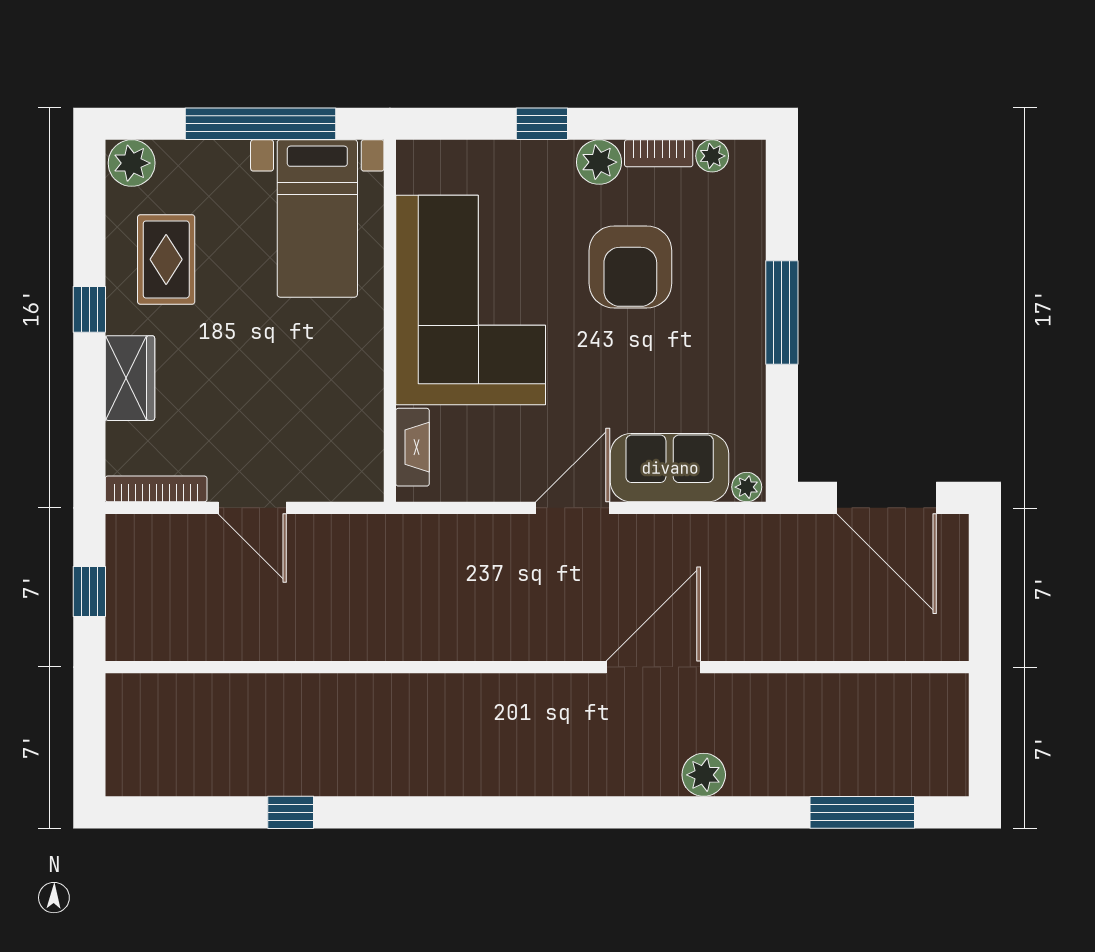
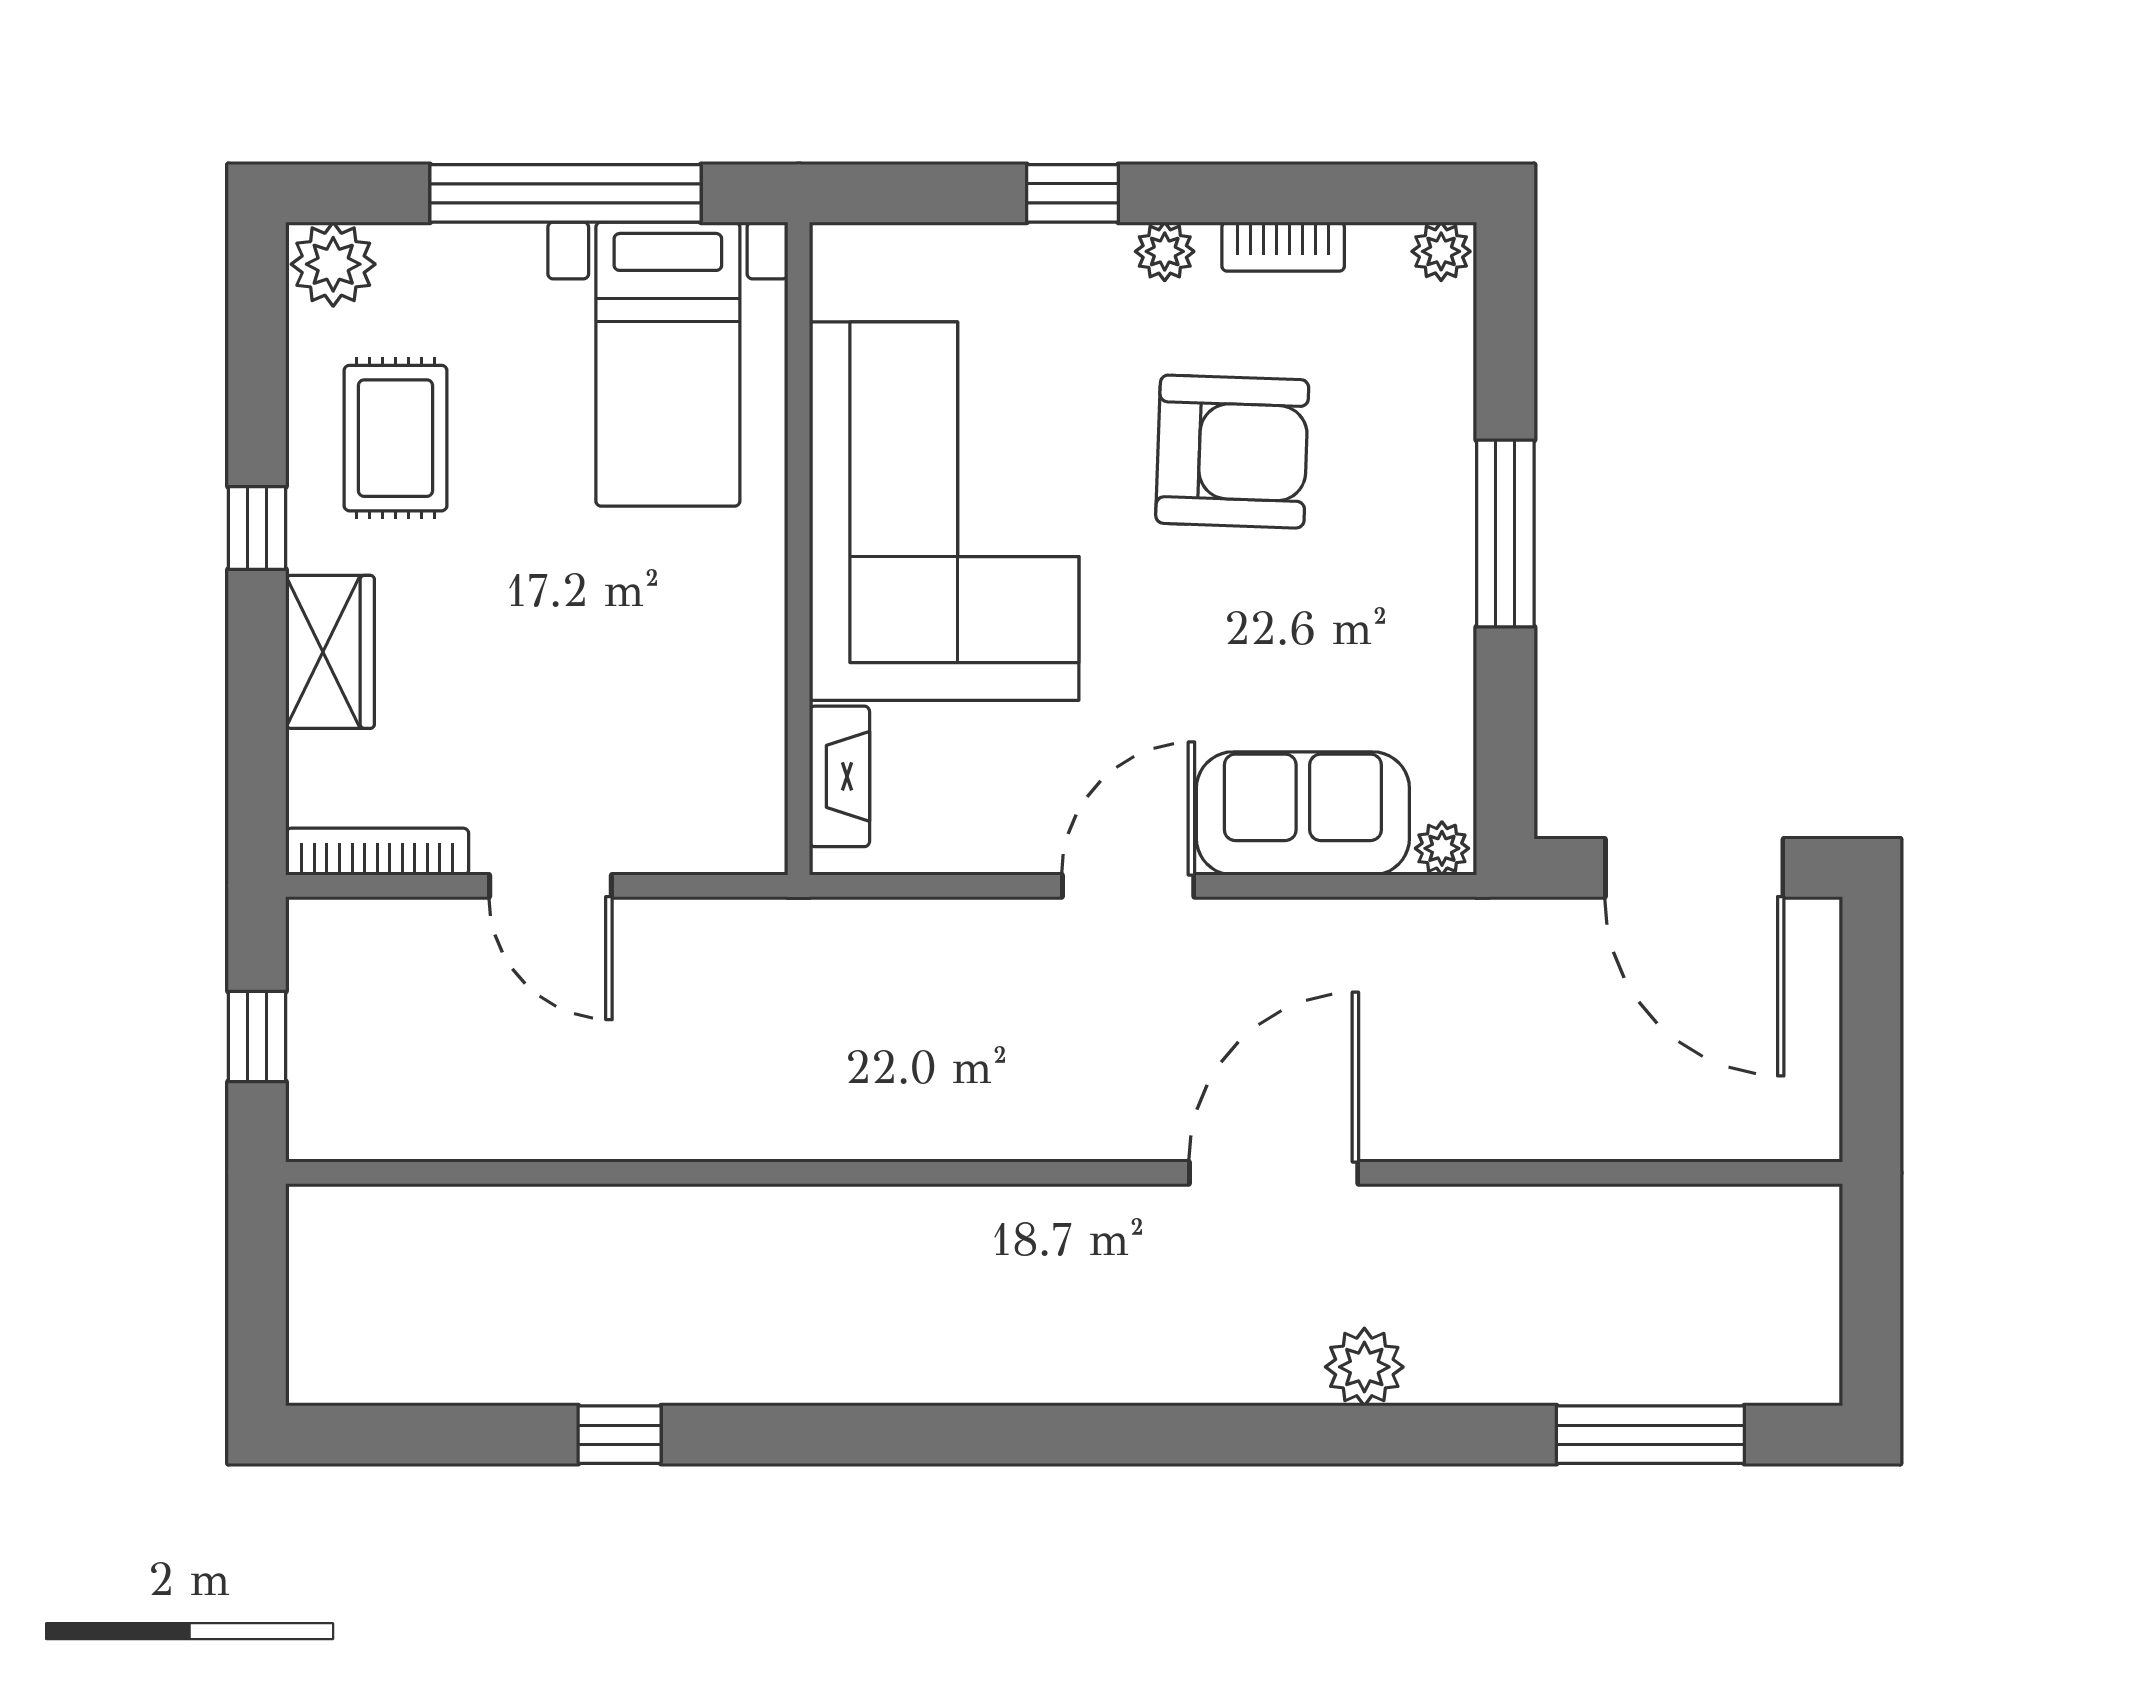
plant: (712, 156) -> (1441, 251), moved
plant: (599, 162) -> (1165, 251), width x0.73, depth x0.73
armchair: (630, 267) -> (1232, 452), turned -88

